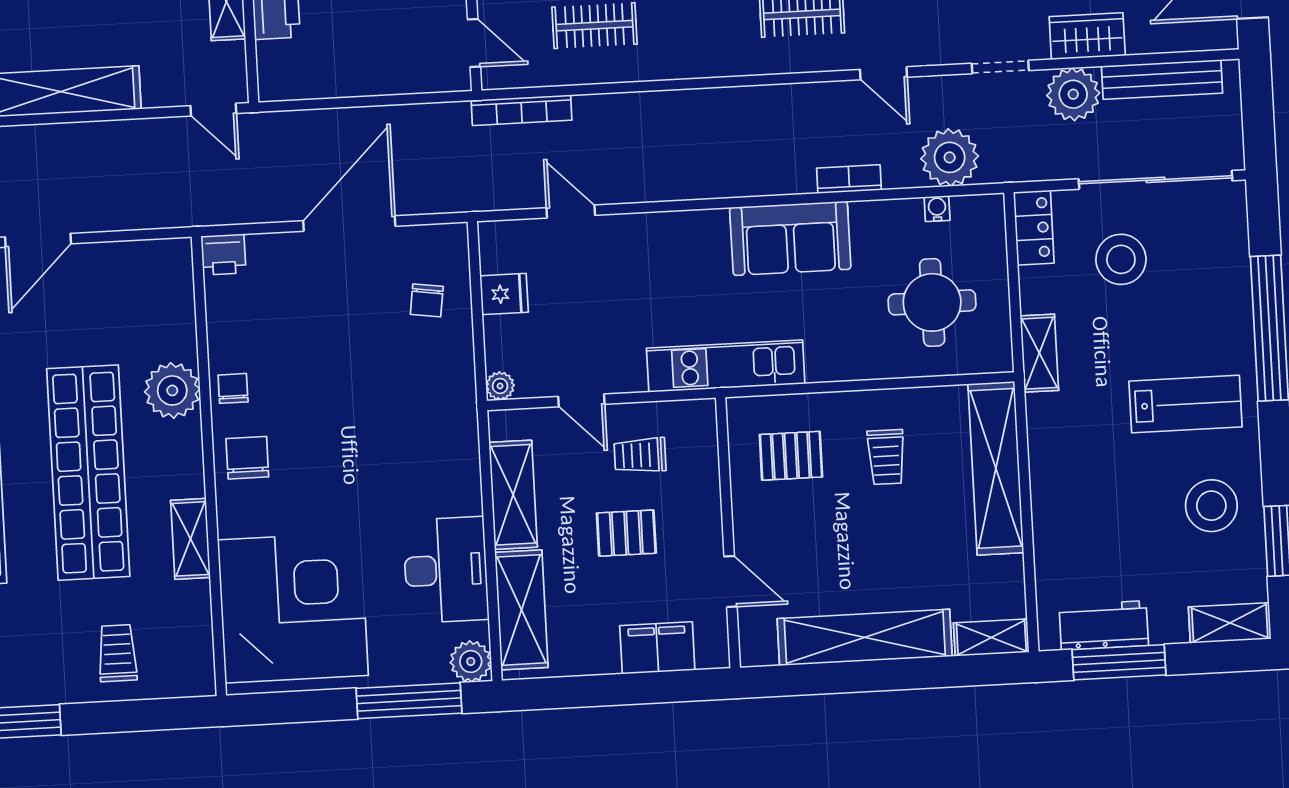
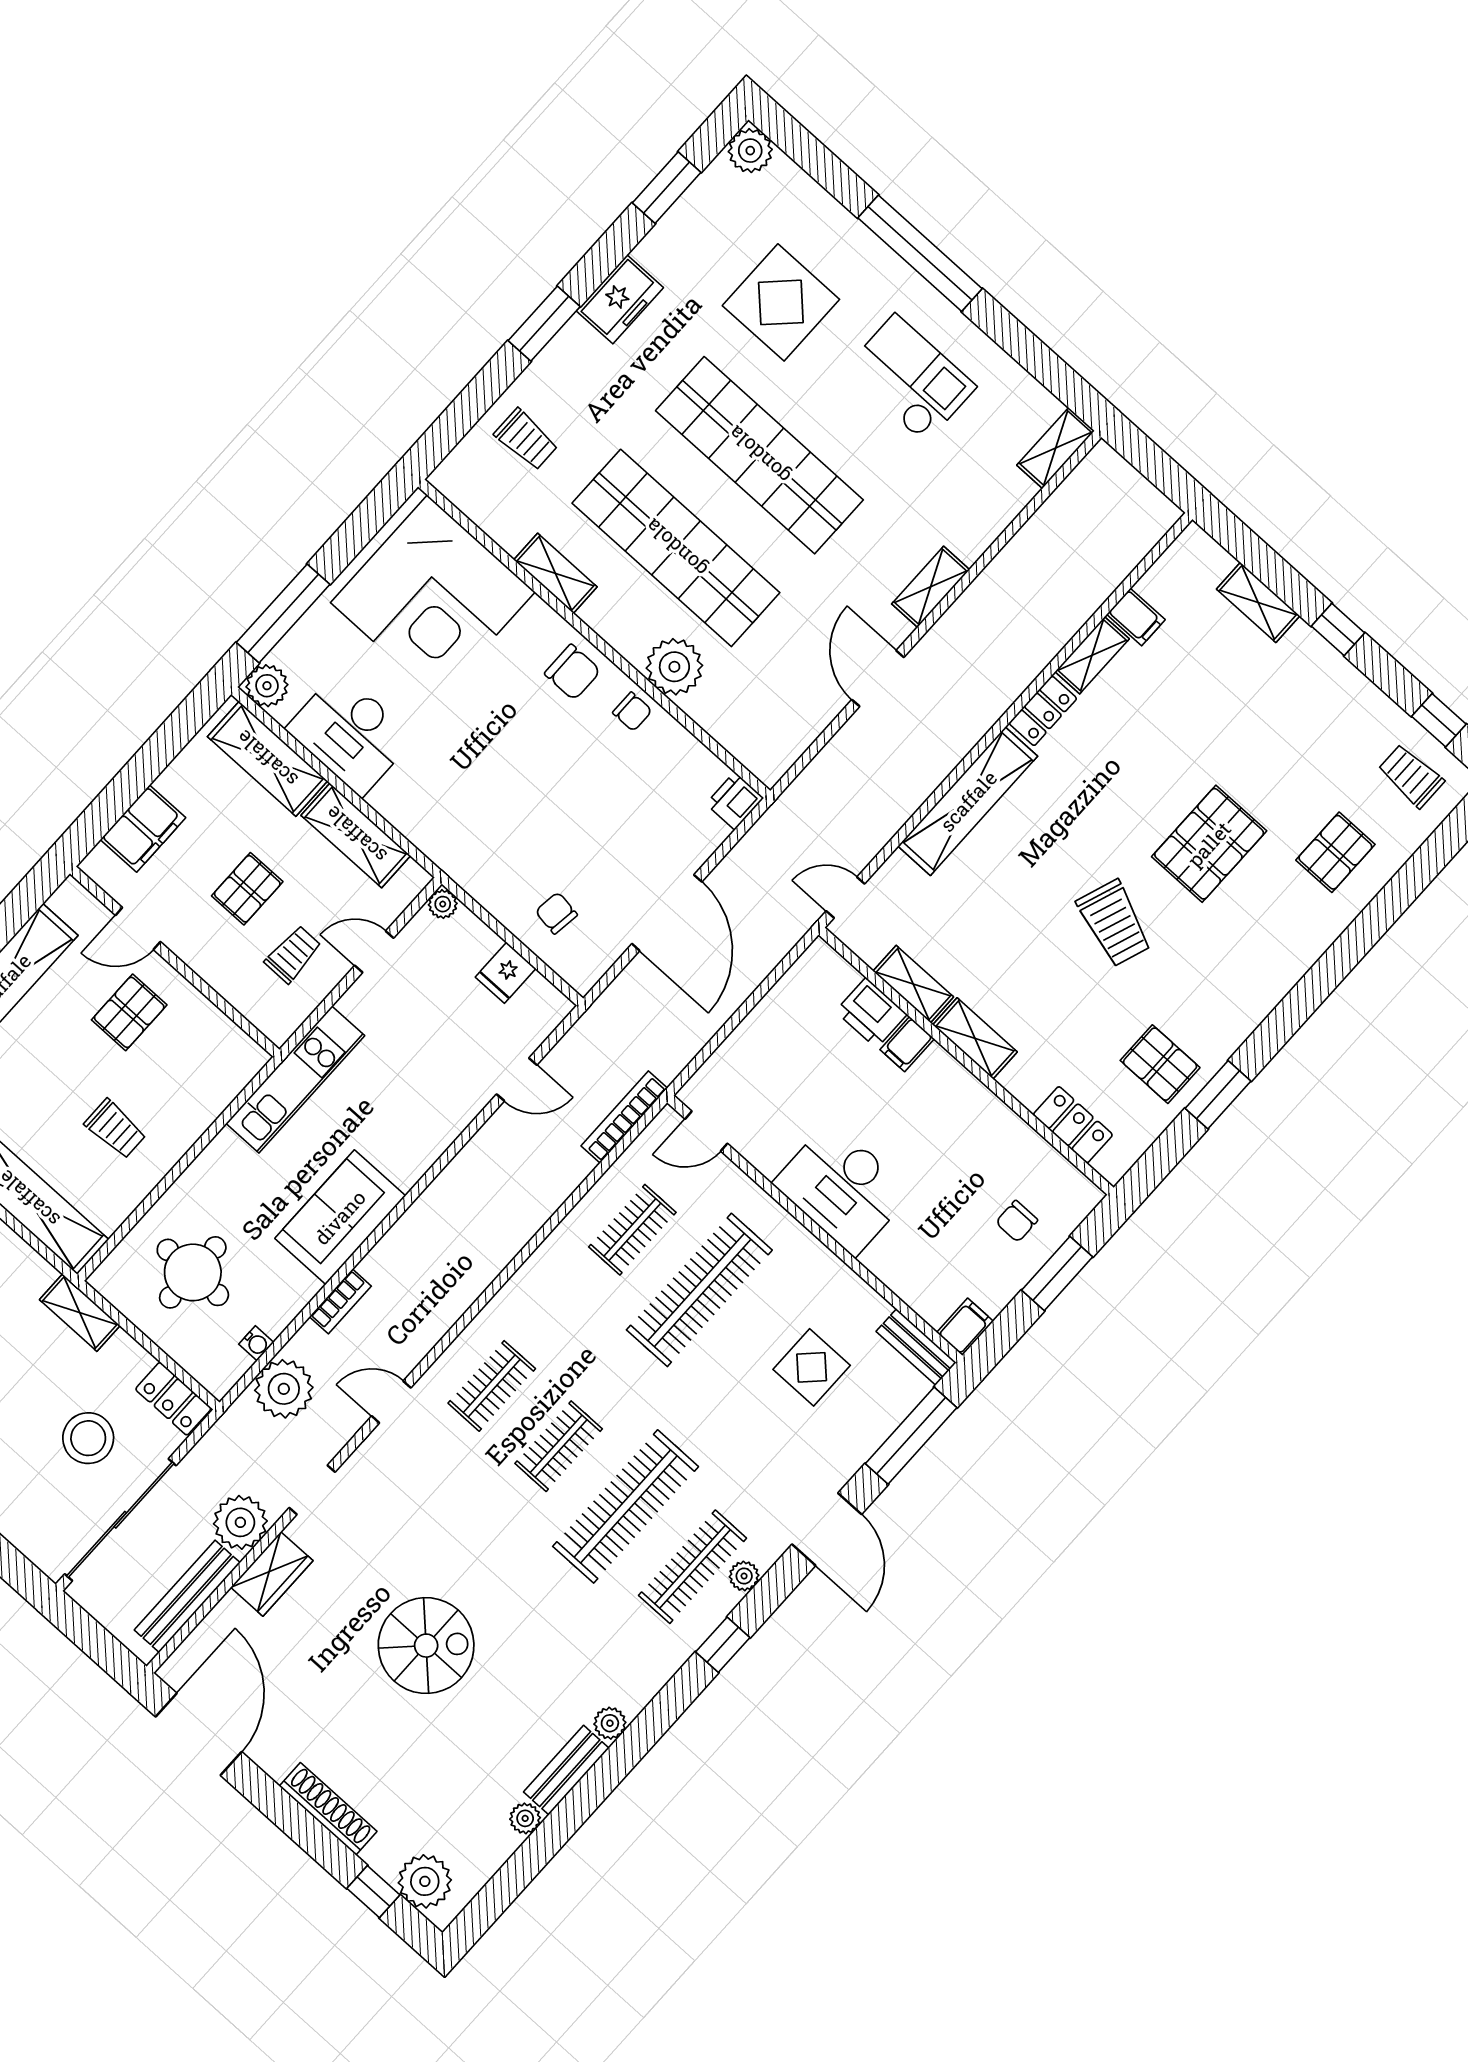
pallet: (791, 456) -> (129, 1012), moved
trolley: (886, 457) -> (115, 1129), turned 180

